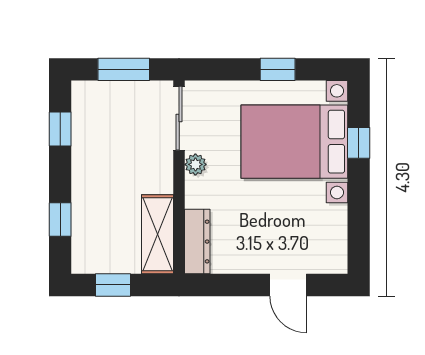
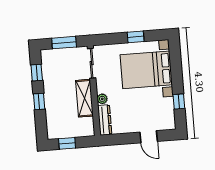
window: (359, 143) -> (179, 102), moved
plant: (195, 164) -> (102, 99), moved
window: (60, 219) -> (39, 101), moved
shelving: (158, 234) -> (84, 98), moved

